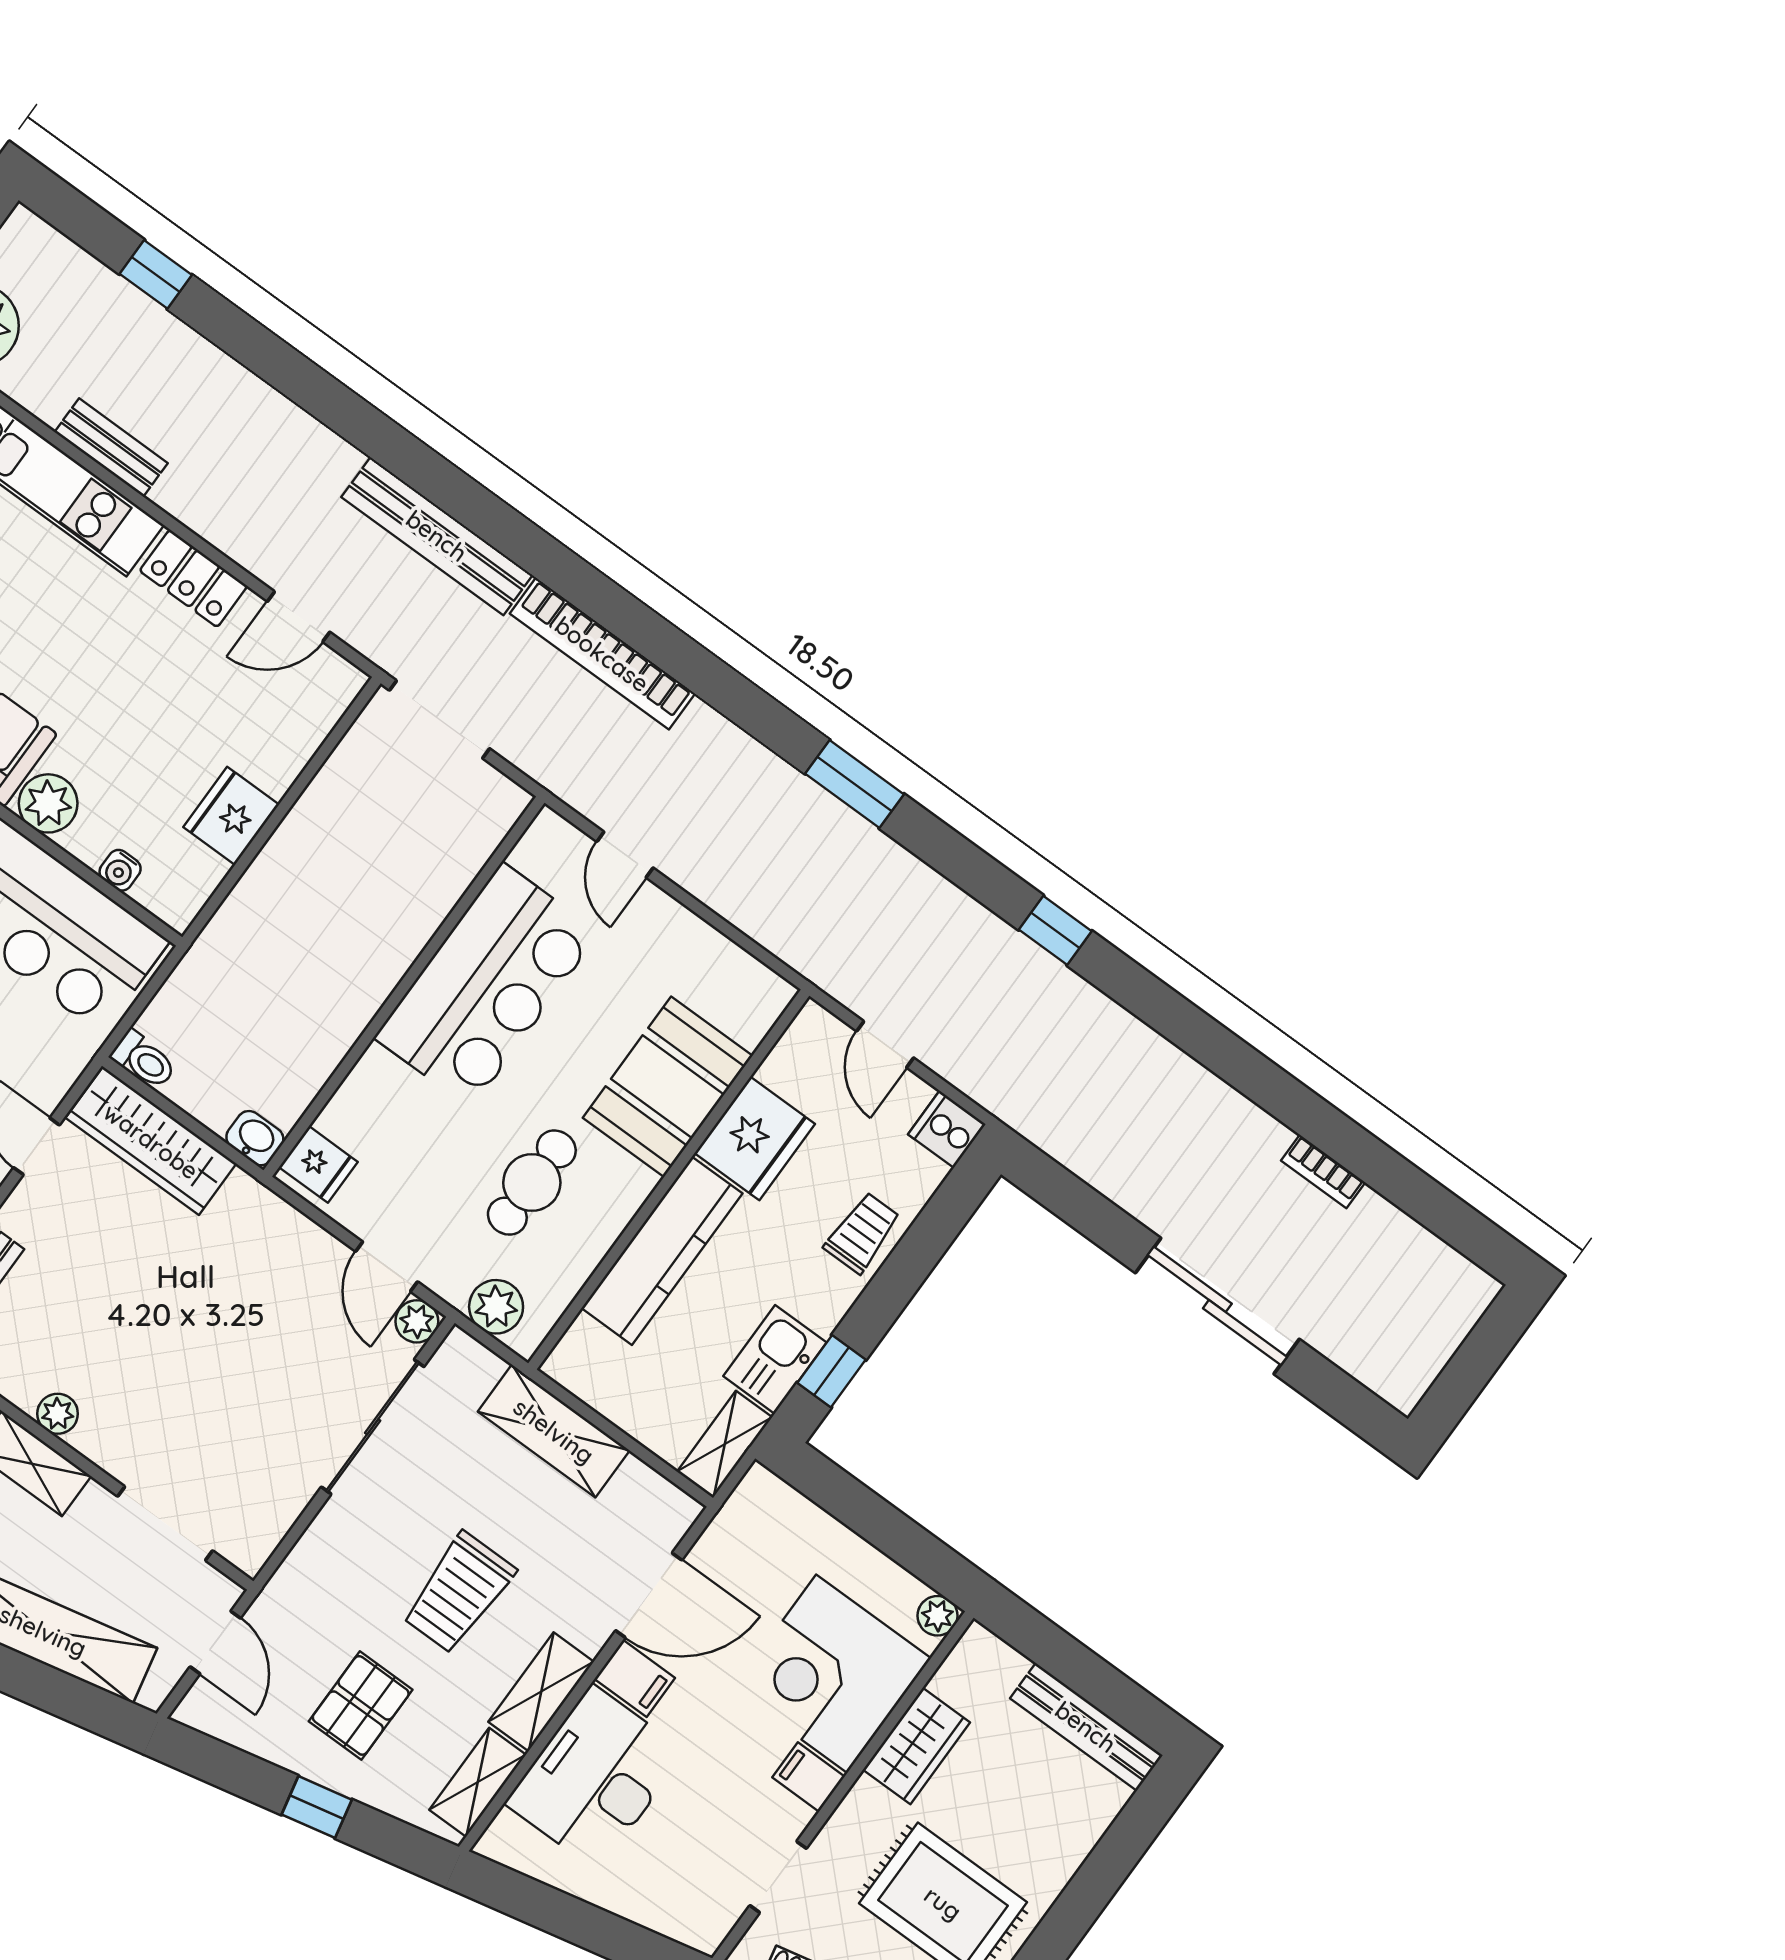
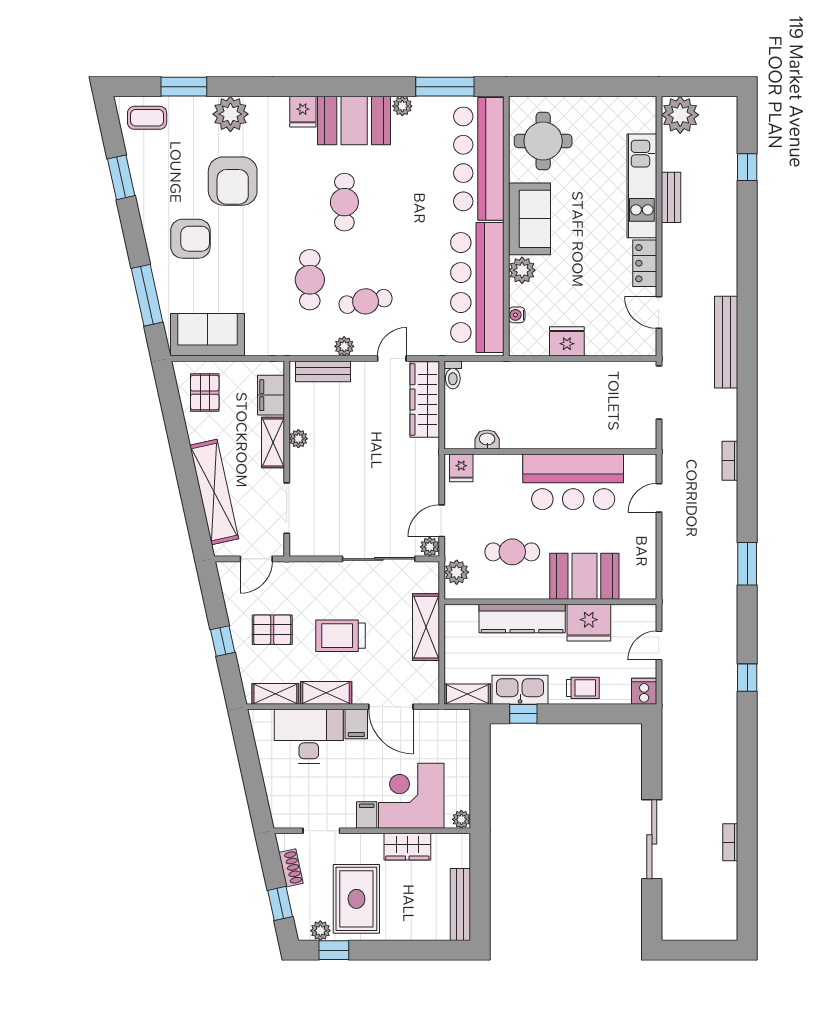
bookcase: (602, 654) -> (730, 461), width x0.43, depth x0.76
washbasin: (255, 1138) -> (487, 440), moved, turned -90
kitchen sink: (775, 1359) -> (520, 690), width x1.38

